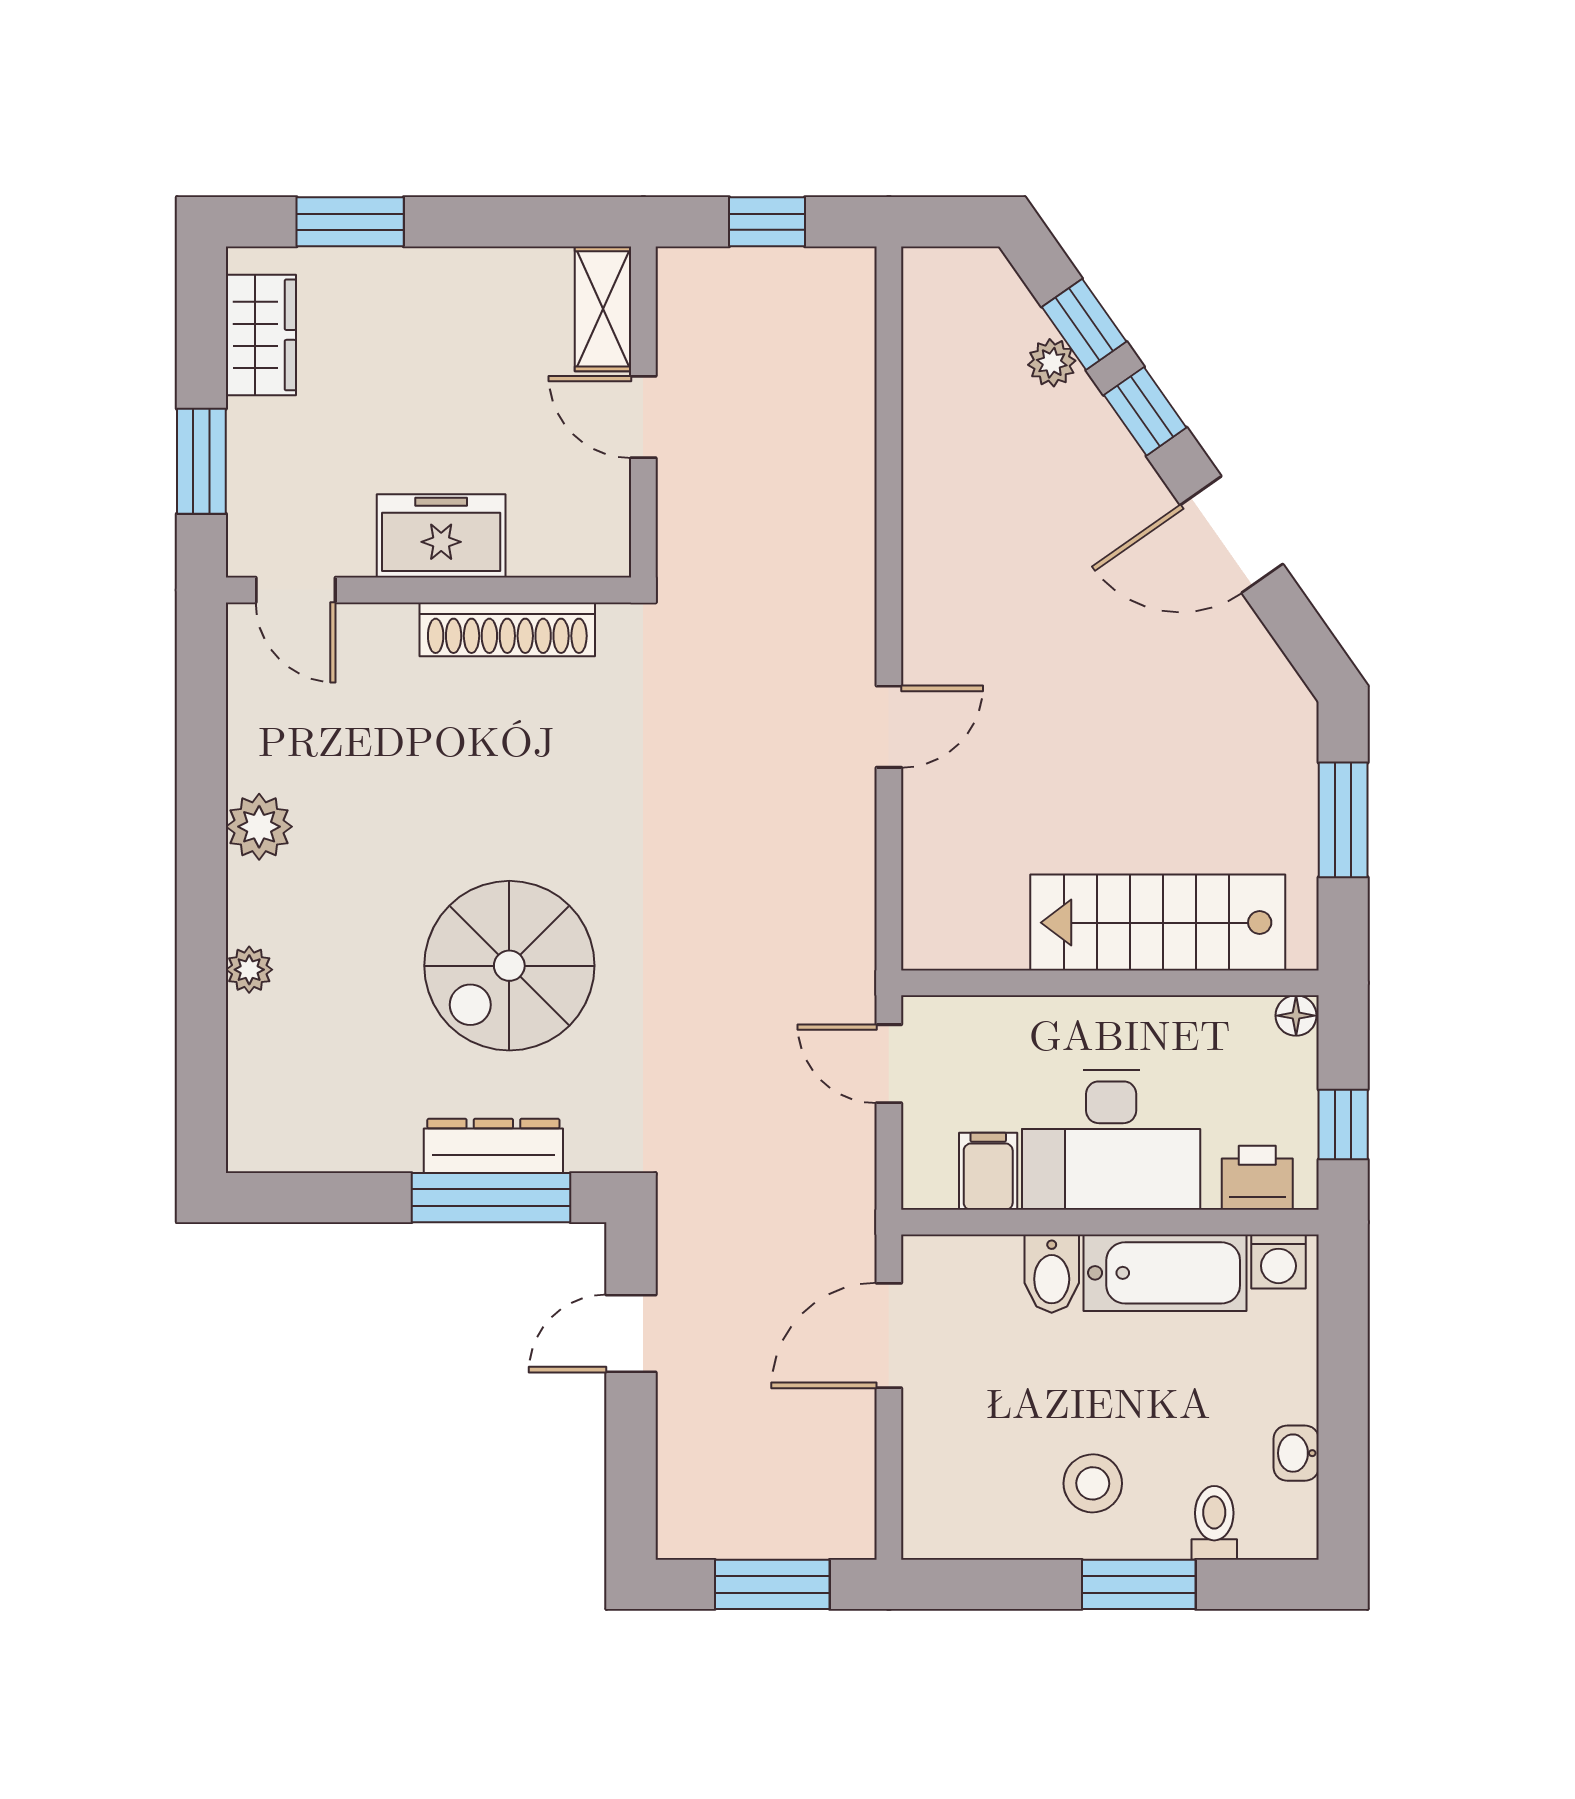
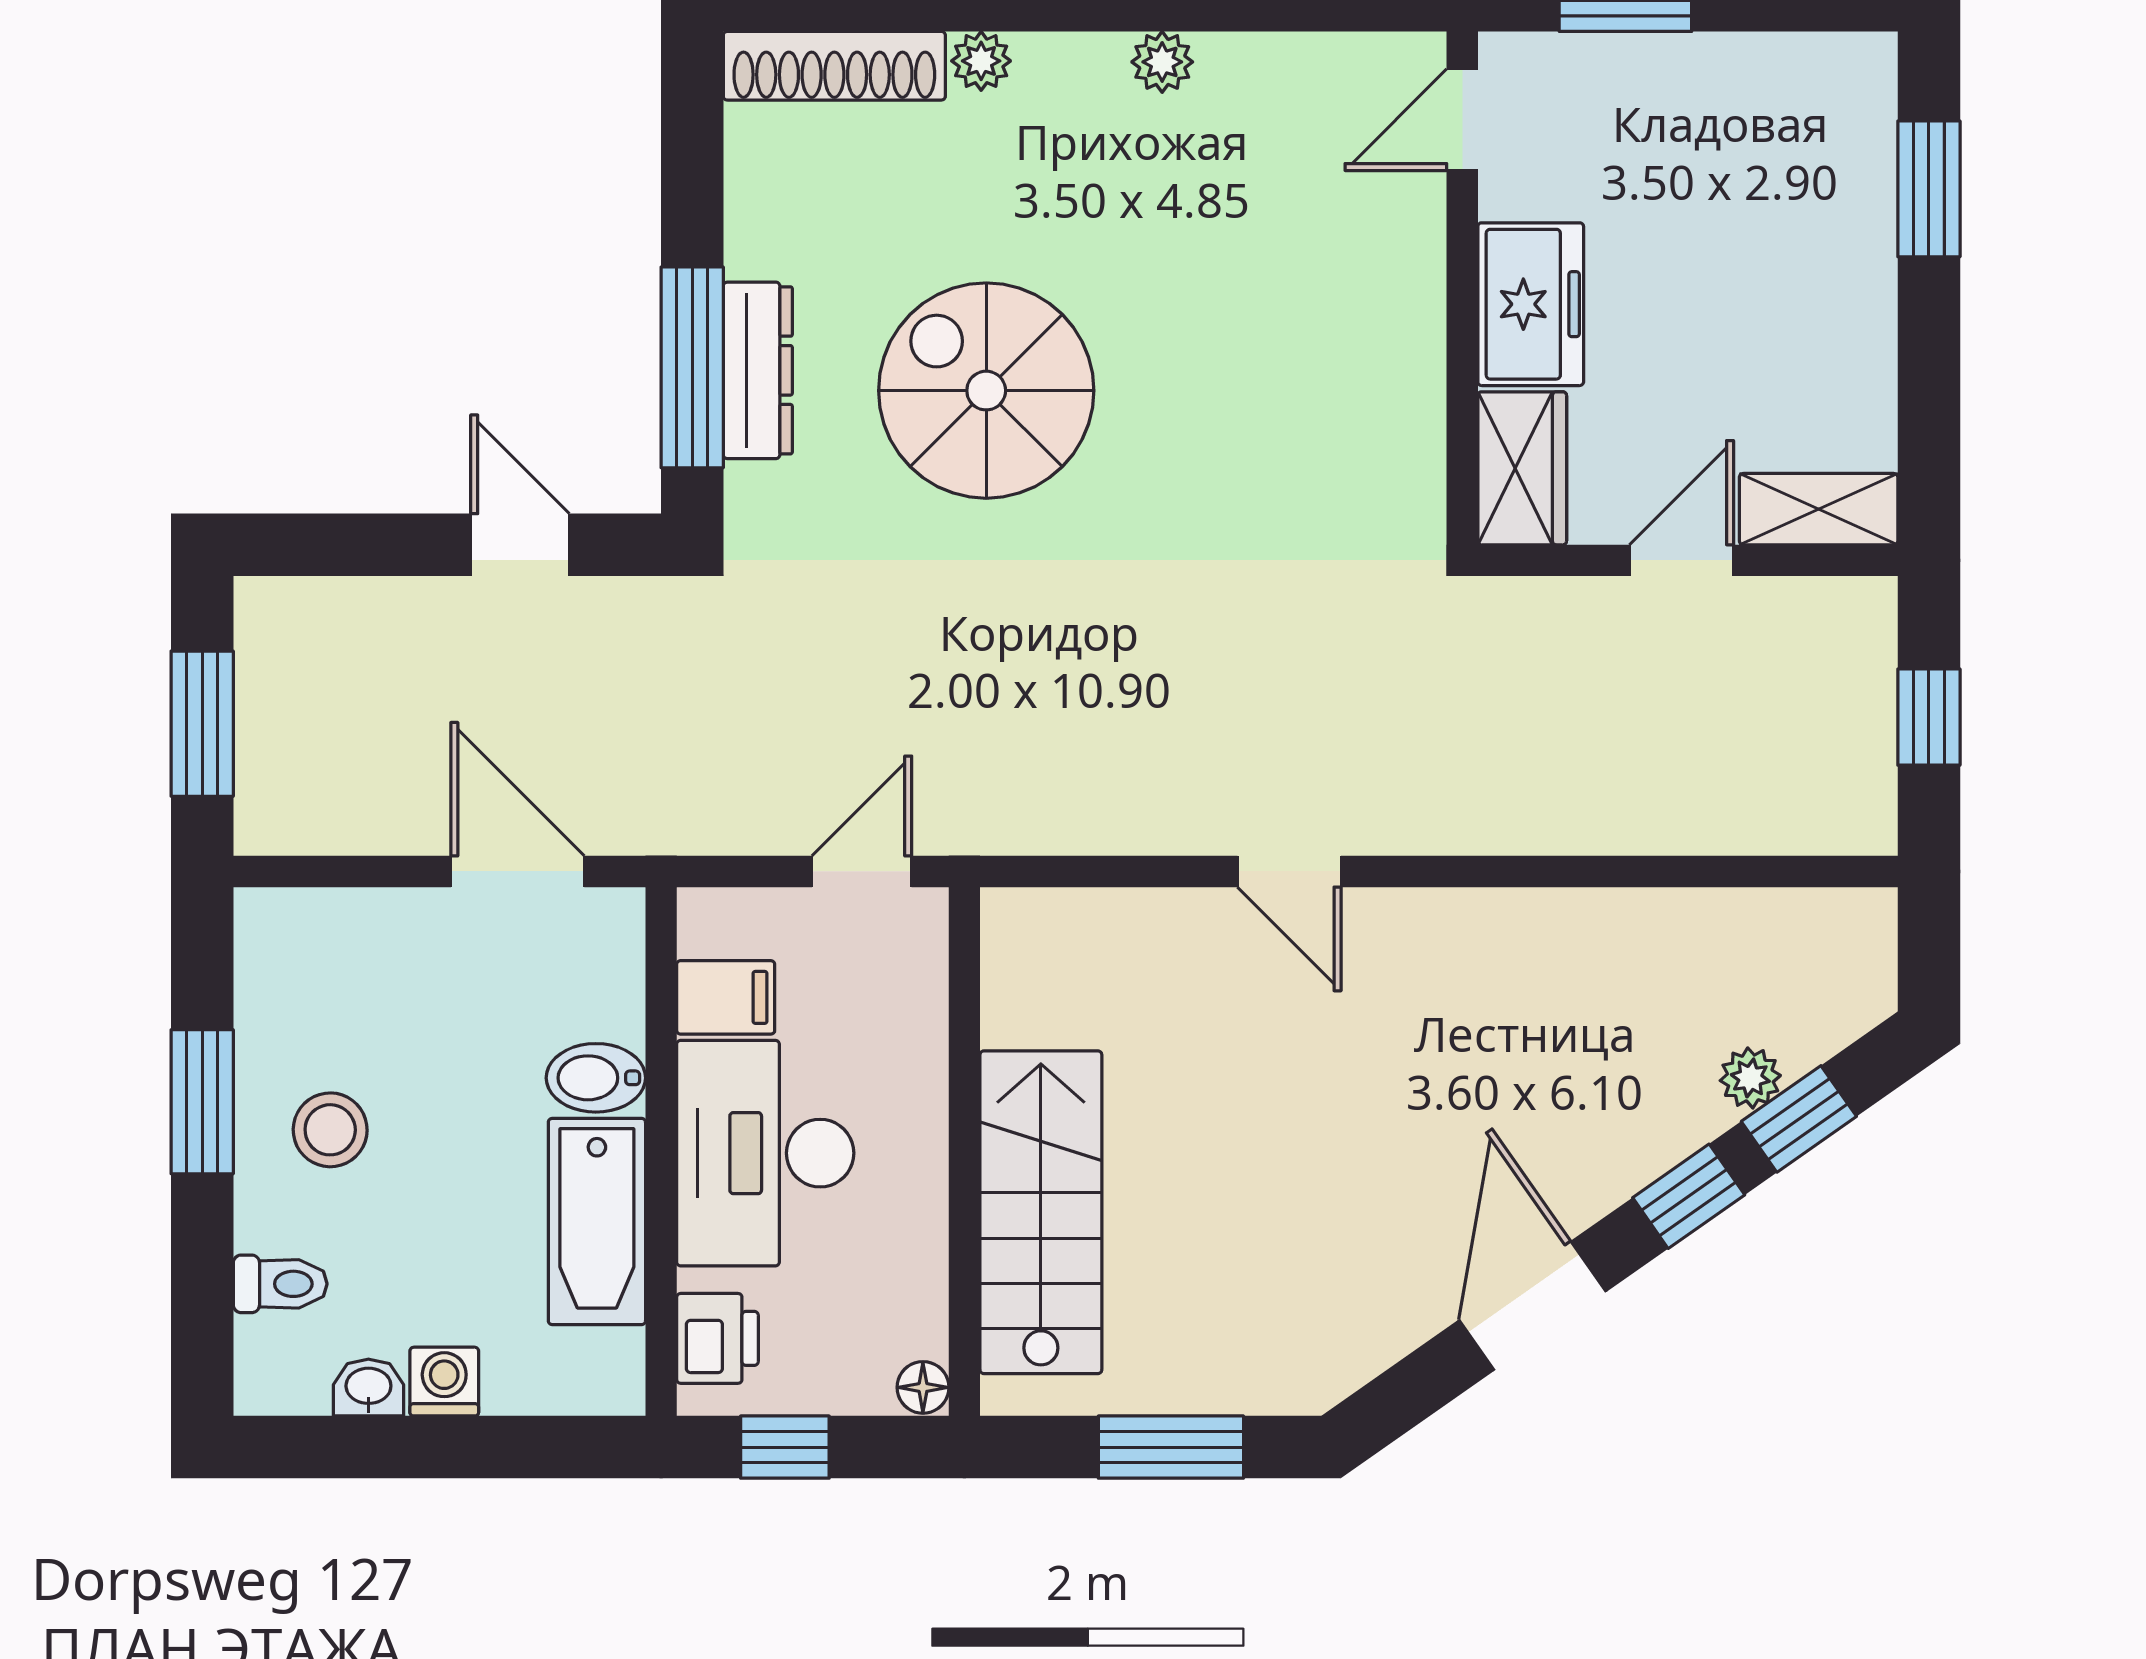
wardrobe: (261, 335) -> (1522, 468), moved, turned -90
shoe rack: (507, 629) -> (834, 66), moved, turned -90
plant: (259, 827) -> (1162, 62), width x0.73, depth x0.73
washing machine: (1278, 1262) -> (444, 1382), moved, turned 90
window: (1139, 1584) -> (202, 1102), moved

